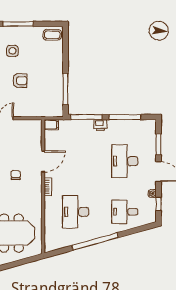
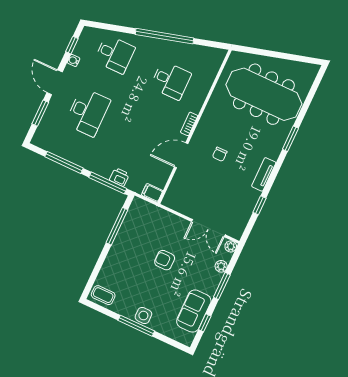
side table: (12, 51) -> (143, 315), moved
printer: (101, 125) -> (119, 177), moved
desk: (76, 212) -> (171, 80), width x0.73

